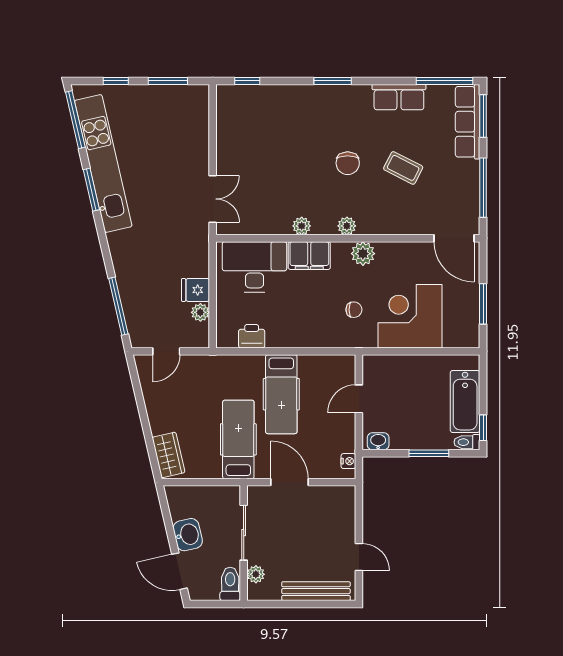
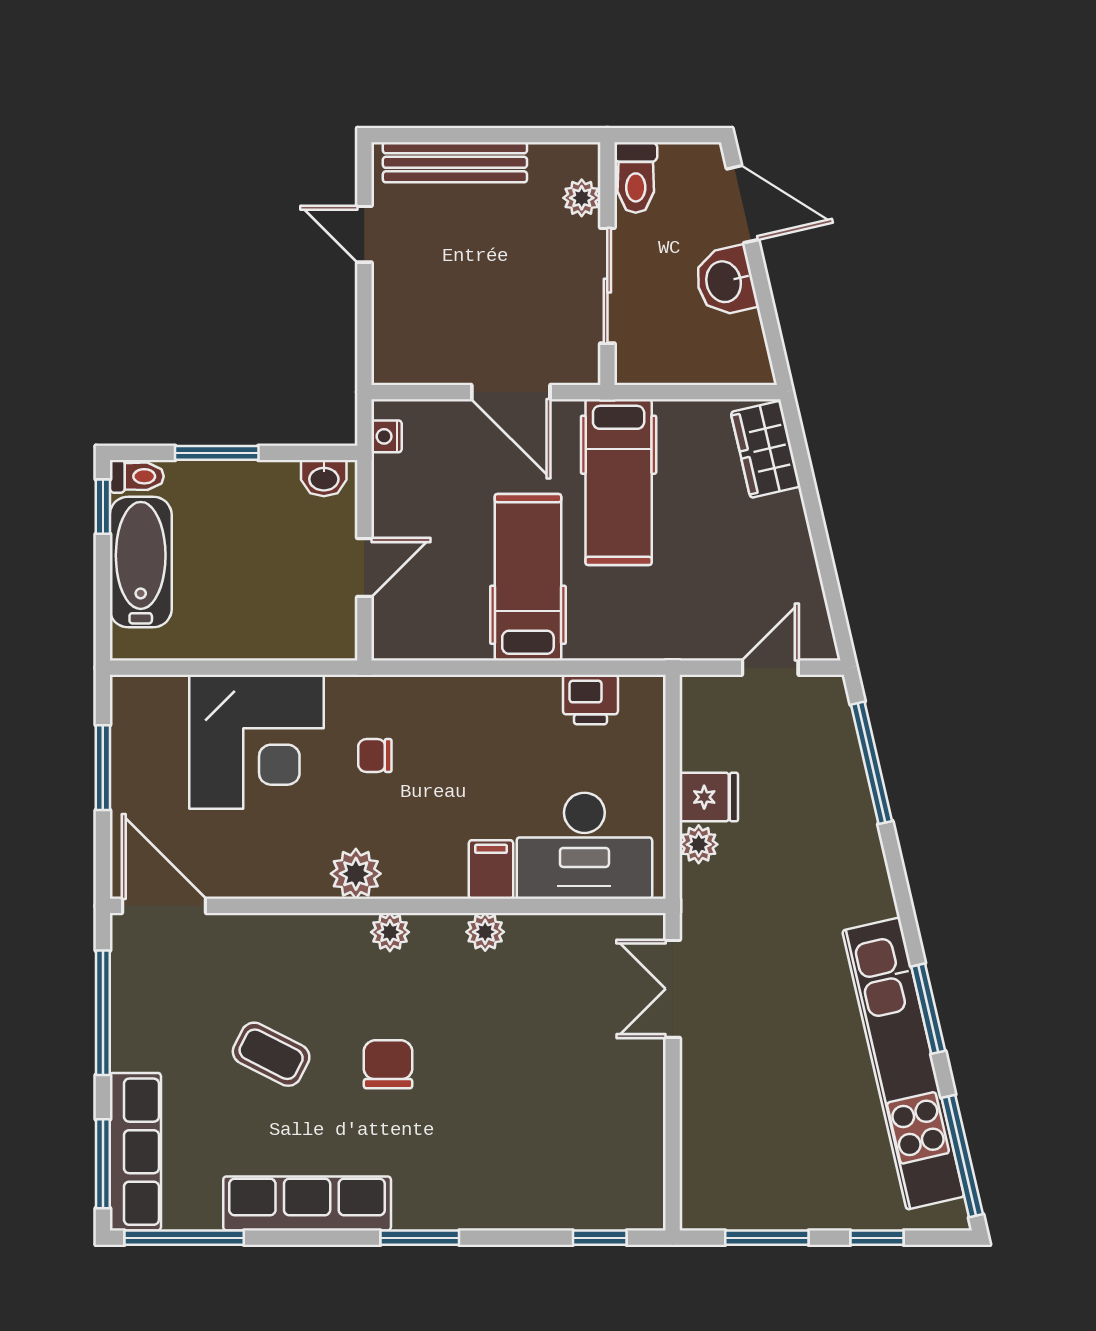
row of seats: (399, 97) -> (307, 1203), width x1.48
filing cabinet: (309, 256) -> (491, 869), width x0.50
plant: (200, 312) -> (699, 844), moved

